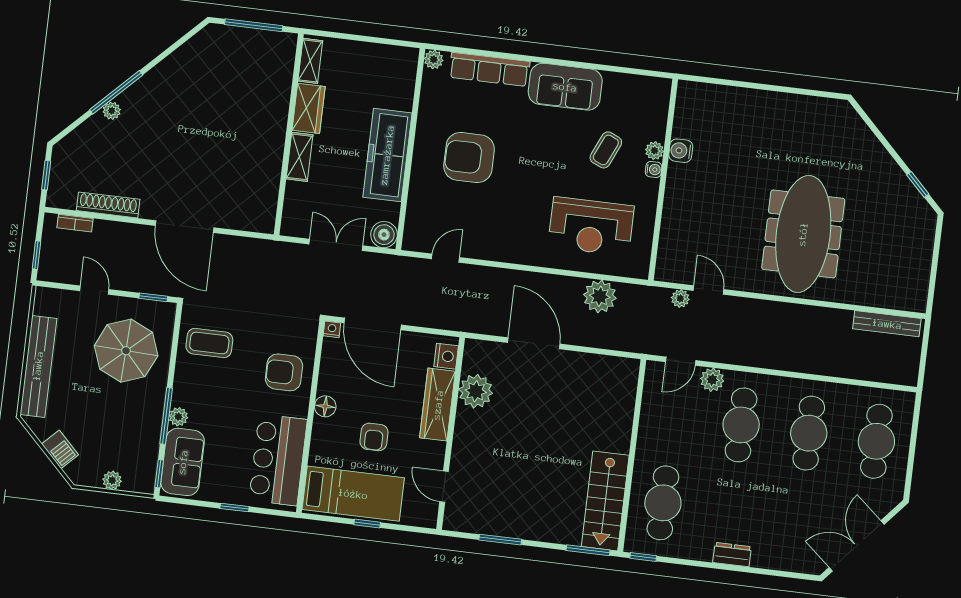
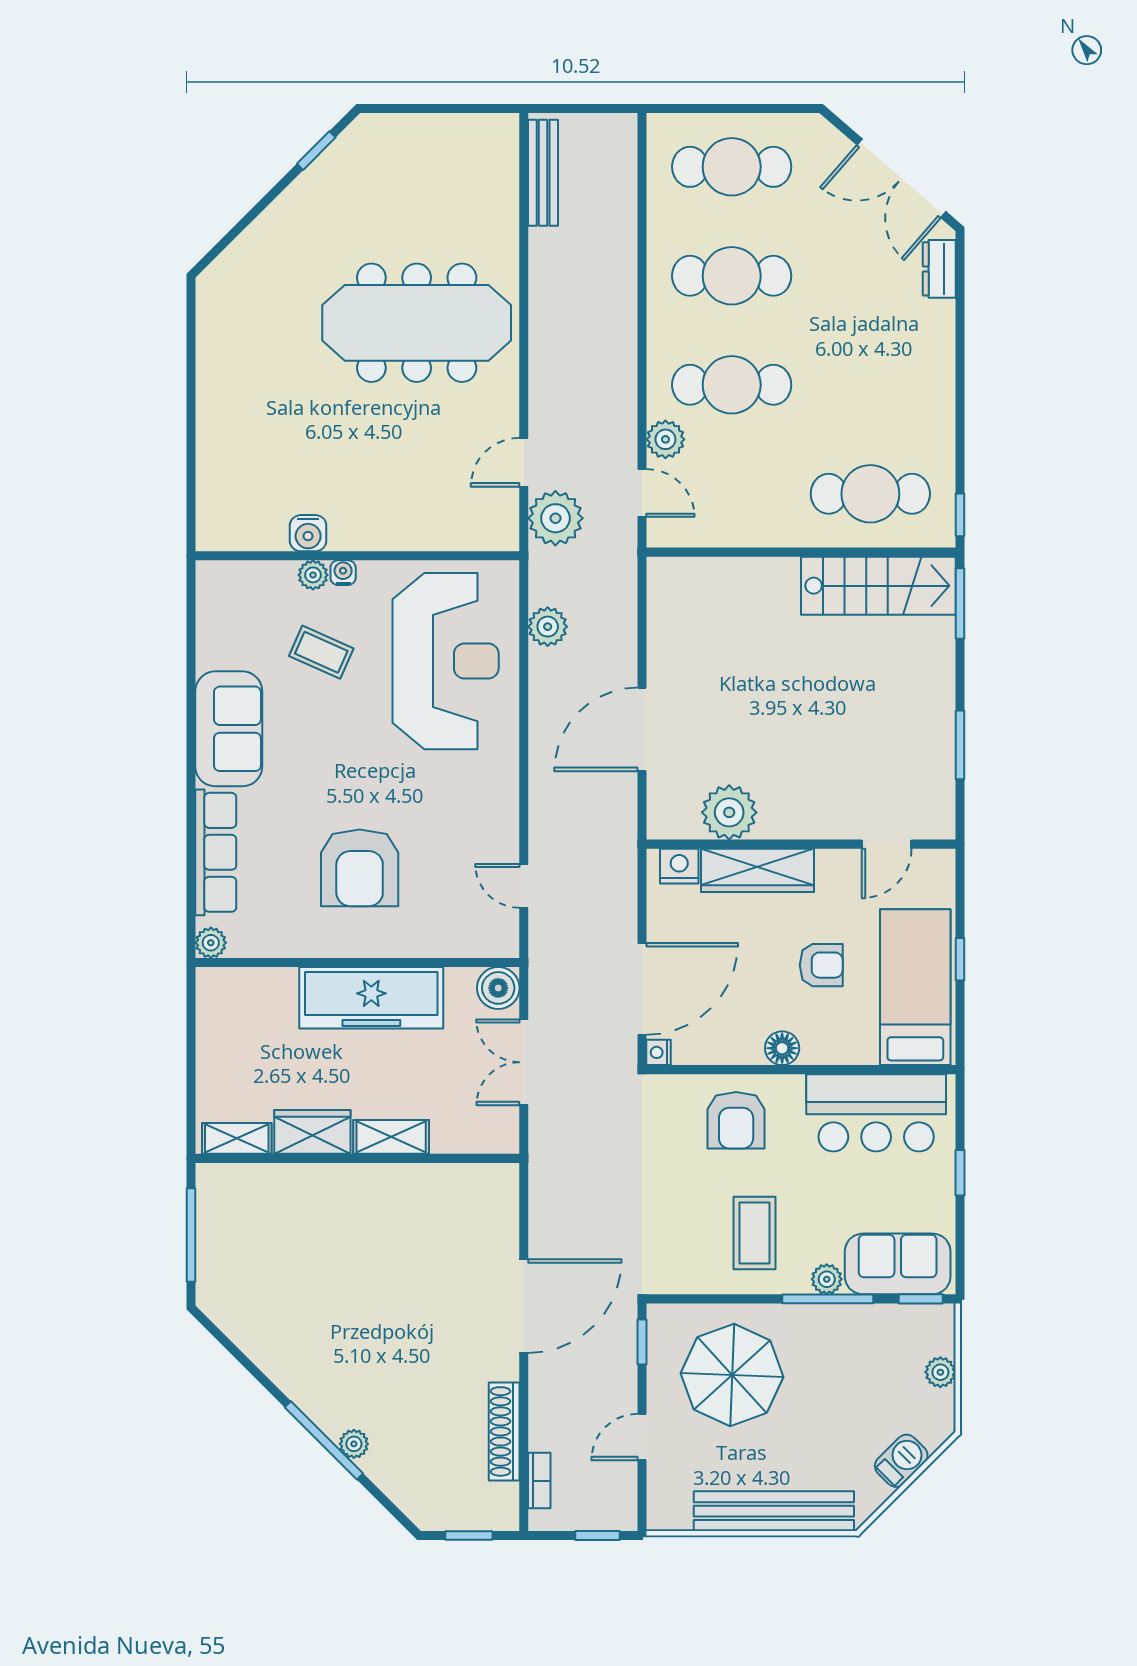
reception desk: (591, 226) -> (446, 661), width x1.36, depth x1.30
plant: (600, 296) -> (548, 627), width x0.73, depth x0.73
plant: (680, 299) -> (555, 518), width x1.88, depth x1.88
coffee table: (209, 343) -> (755, 1233), moved
dresser: (732, 555) -> (939, 269), moved

